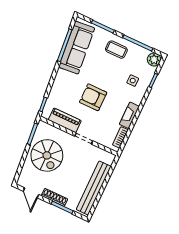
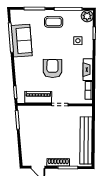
sofa: (77, 48) -> (22, 41), width x0.73
armchair: (93, 97) -> (52, 68), turned 90
spiral stairs: (47, 155) -> (37, 132), removed

